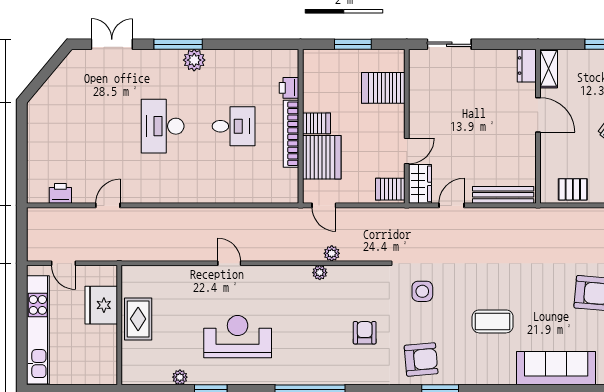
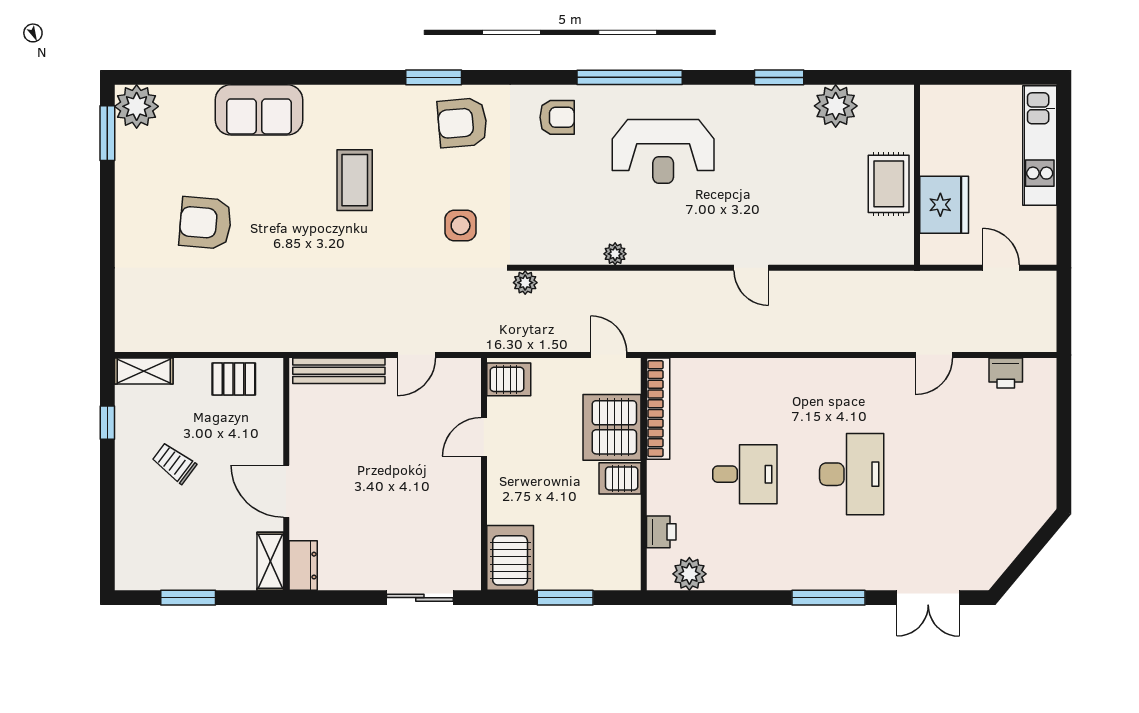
plant: (194, 60) -> (689, 574), moved
server rack: (383, 88) -> (510, 558), moved, turned -90
desk: (234, 126) -> (745, 474), turned 180
bookcase: (291, 134) -> (658, 409), moved
wardrobe: (420, 184) -> (464, 387), removed
plant: (332, 253) -> (525, 283), moved
coffee table: (493, 321) -> (355, 180), turned 90
kitchen unit: (38, 330) -> (1040, 145), width x0.73
armchair: (365, 333) -> (557, 117), moved, turned -90
reception desk: (238, 337) -> (663, 151), moved
sofa: (556, 368) -> (259, 110), width x0.73
plant: (180, 377) -> (836, 106), width x1.88, depth x1.88

